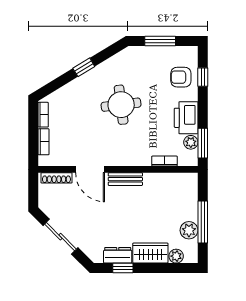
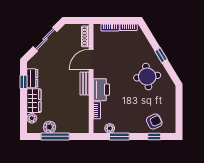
window: (160, 41) -> (179, 107), removed
armchair: (181, 77) -> (154, 122), turned 65
round table: (121, 105) -> (147, 77), moved
printer: (186, 118) -> (101, 90), moved, turned 90
window: (203, 143) -> (119, 136), moved

